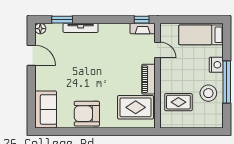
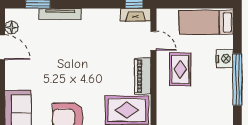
floor lamp: (40, 29) -> (11, 28), moved
stool: (208, 93) -> (215, 93), removed
rug: (178, 102) -> (180, 69), moved, turned 90

